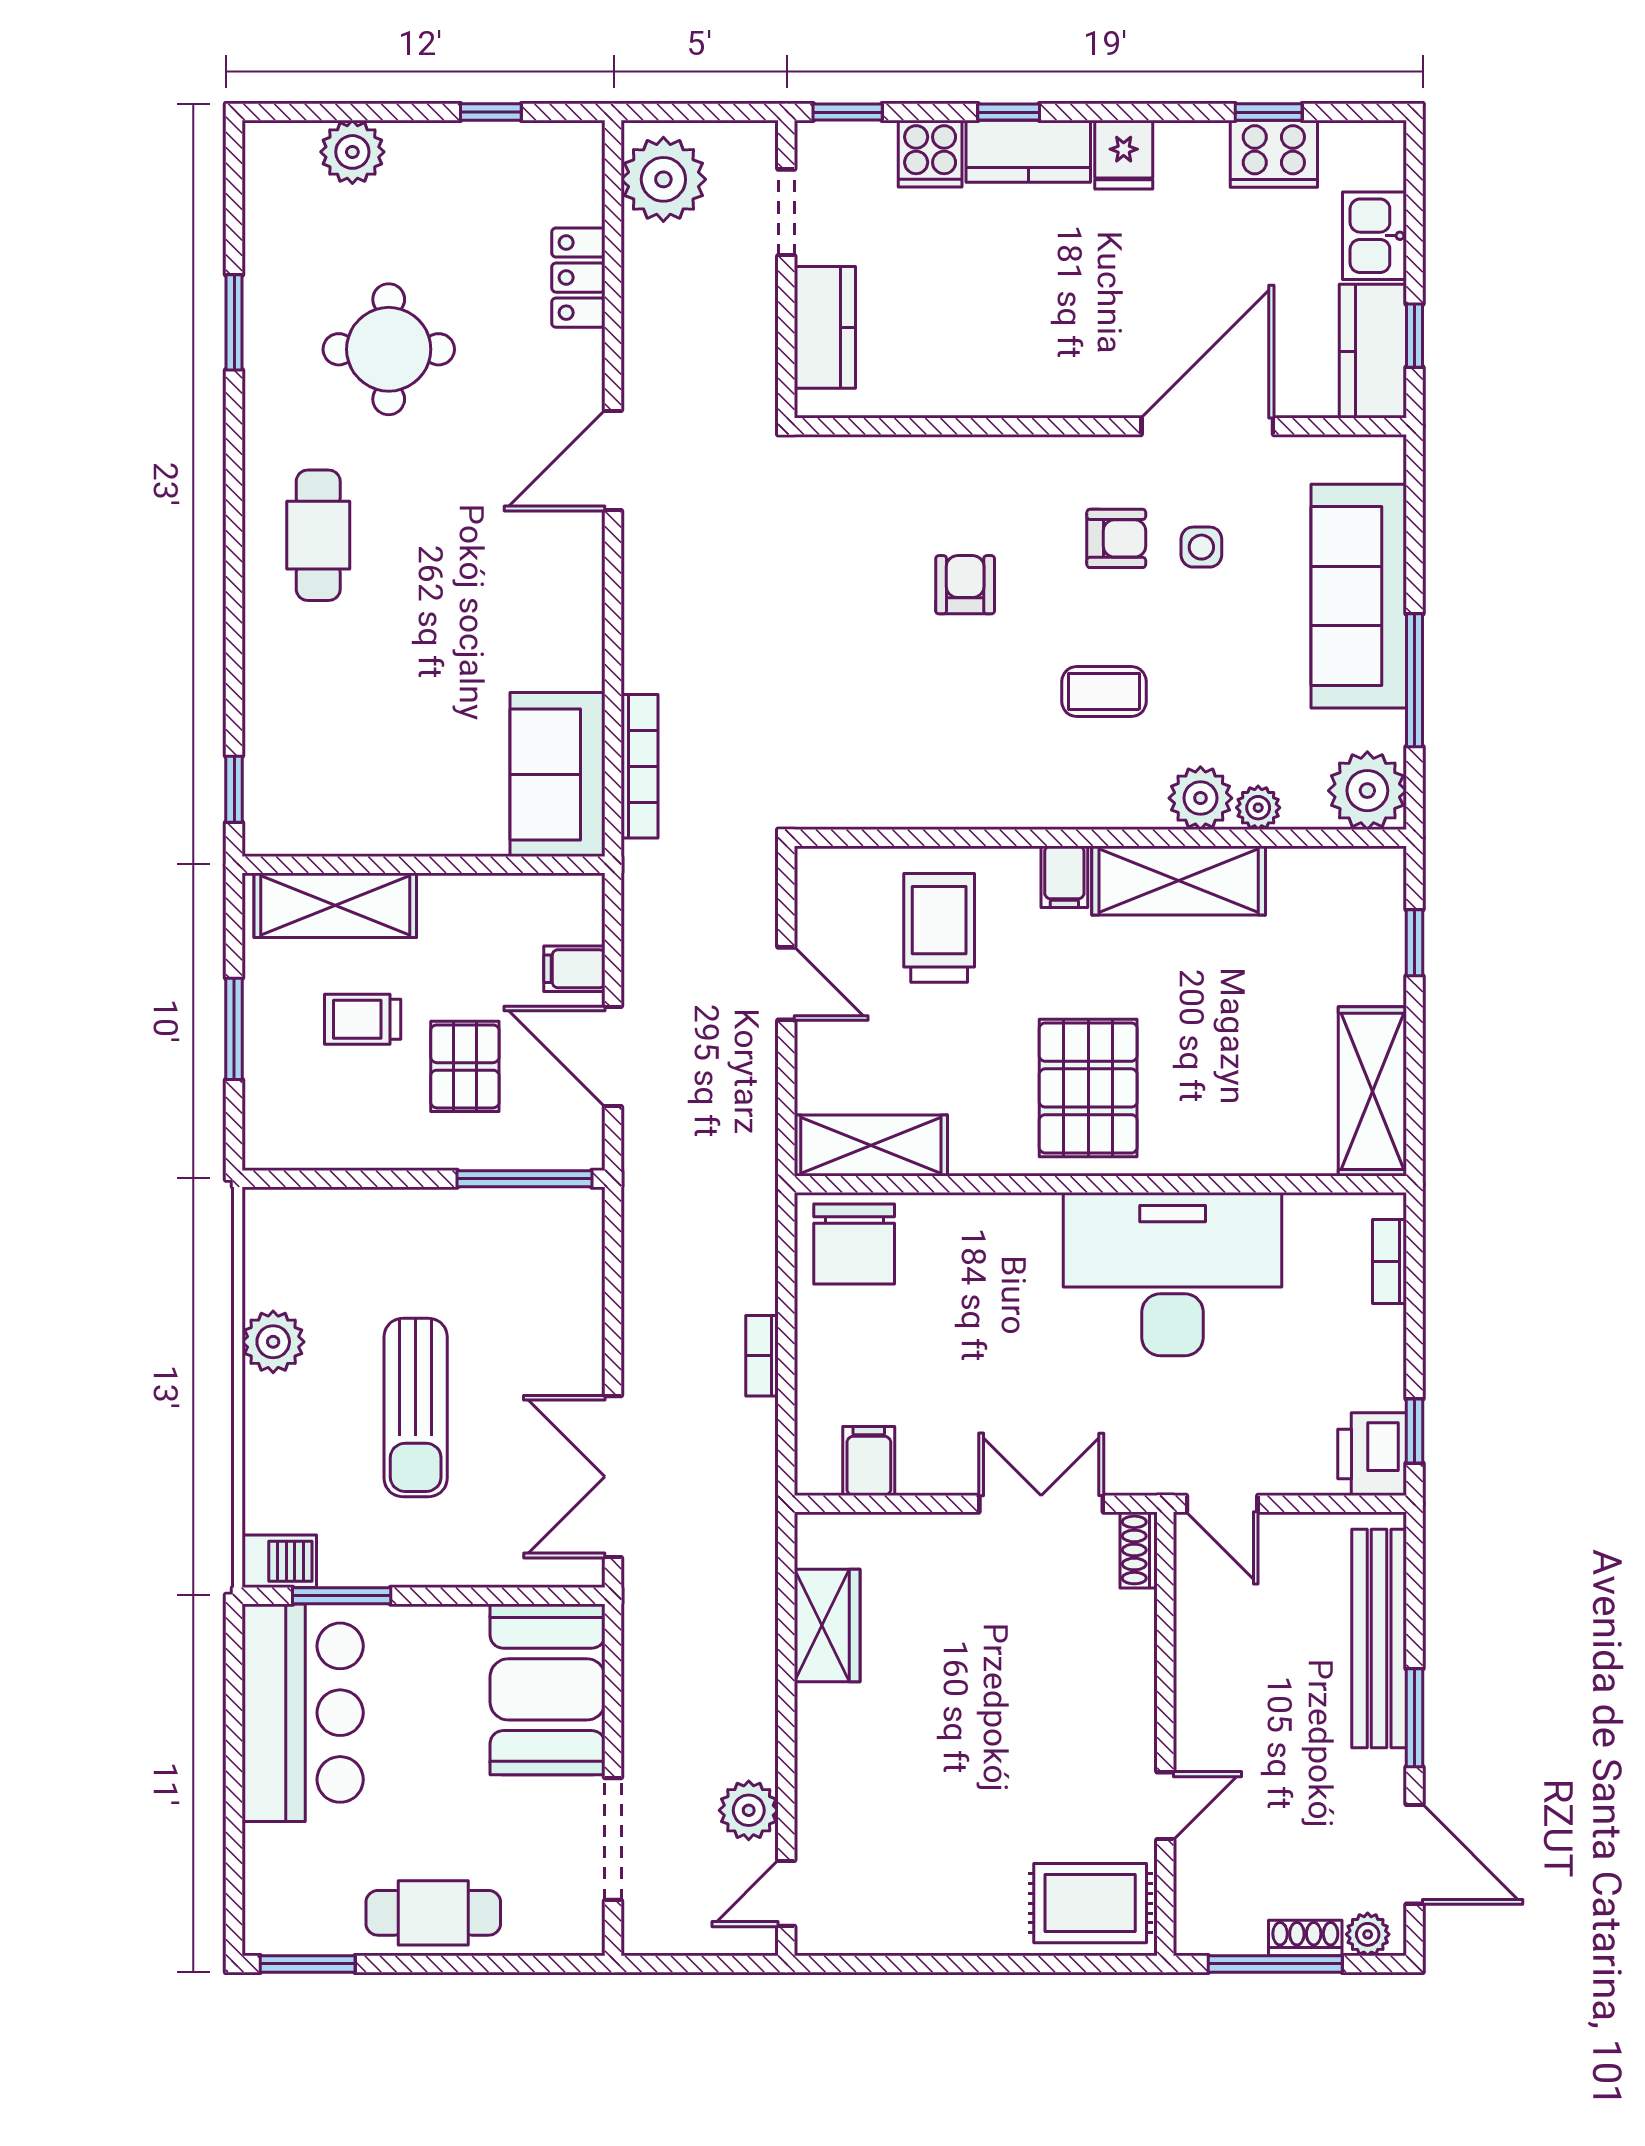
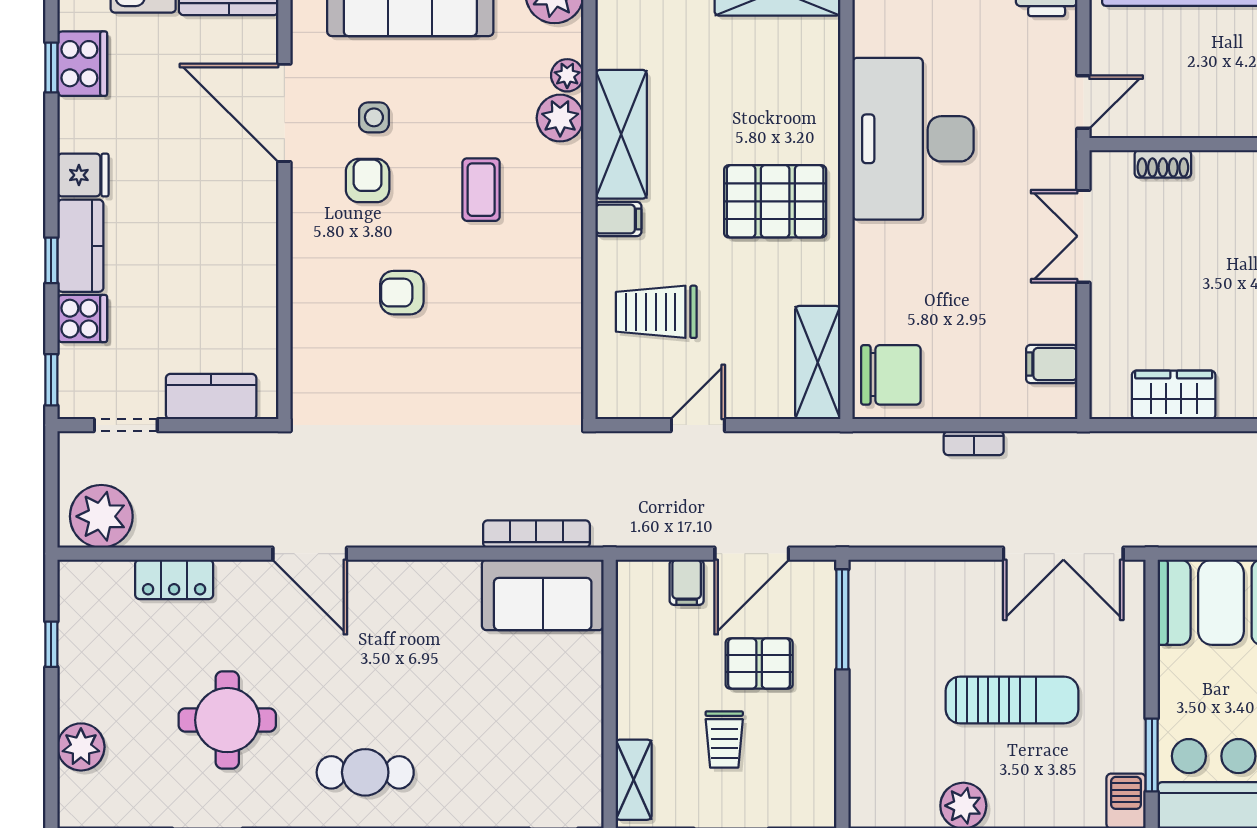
shelving: (335, 905) -> (634, 780), width x0.67, depth x0.75
shoe rack: (1139, 1550) -> (1163, 164), moved

